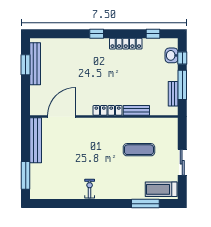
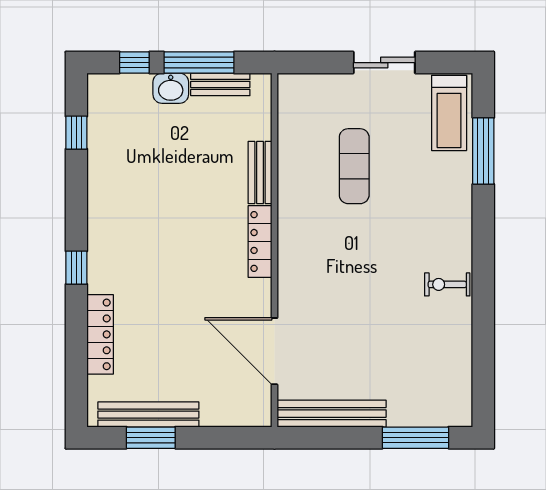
locker: (126, 44) -> (100, 334), moved
washbasin: (172, 55) -> (171, 88), moved

